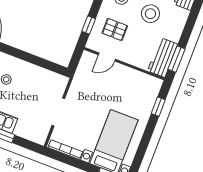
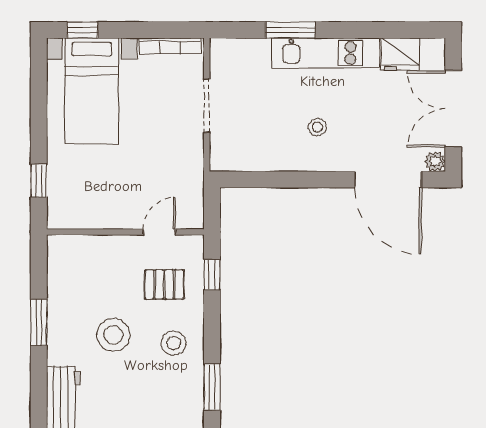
workbench: (163, 57) -> (64, 268), removed
window: (177, 59) -> (39, 322), moved

